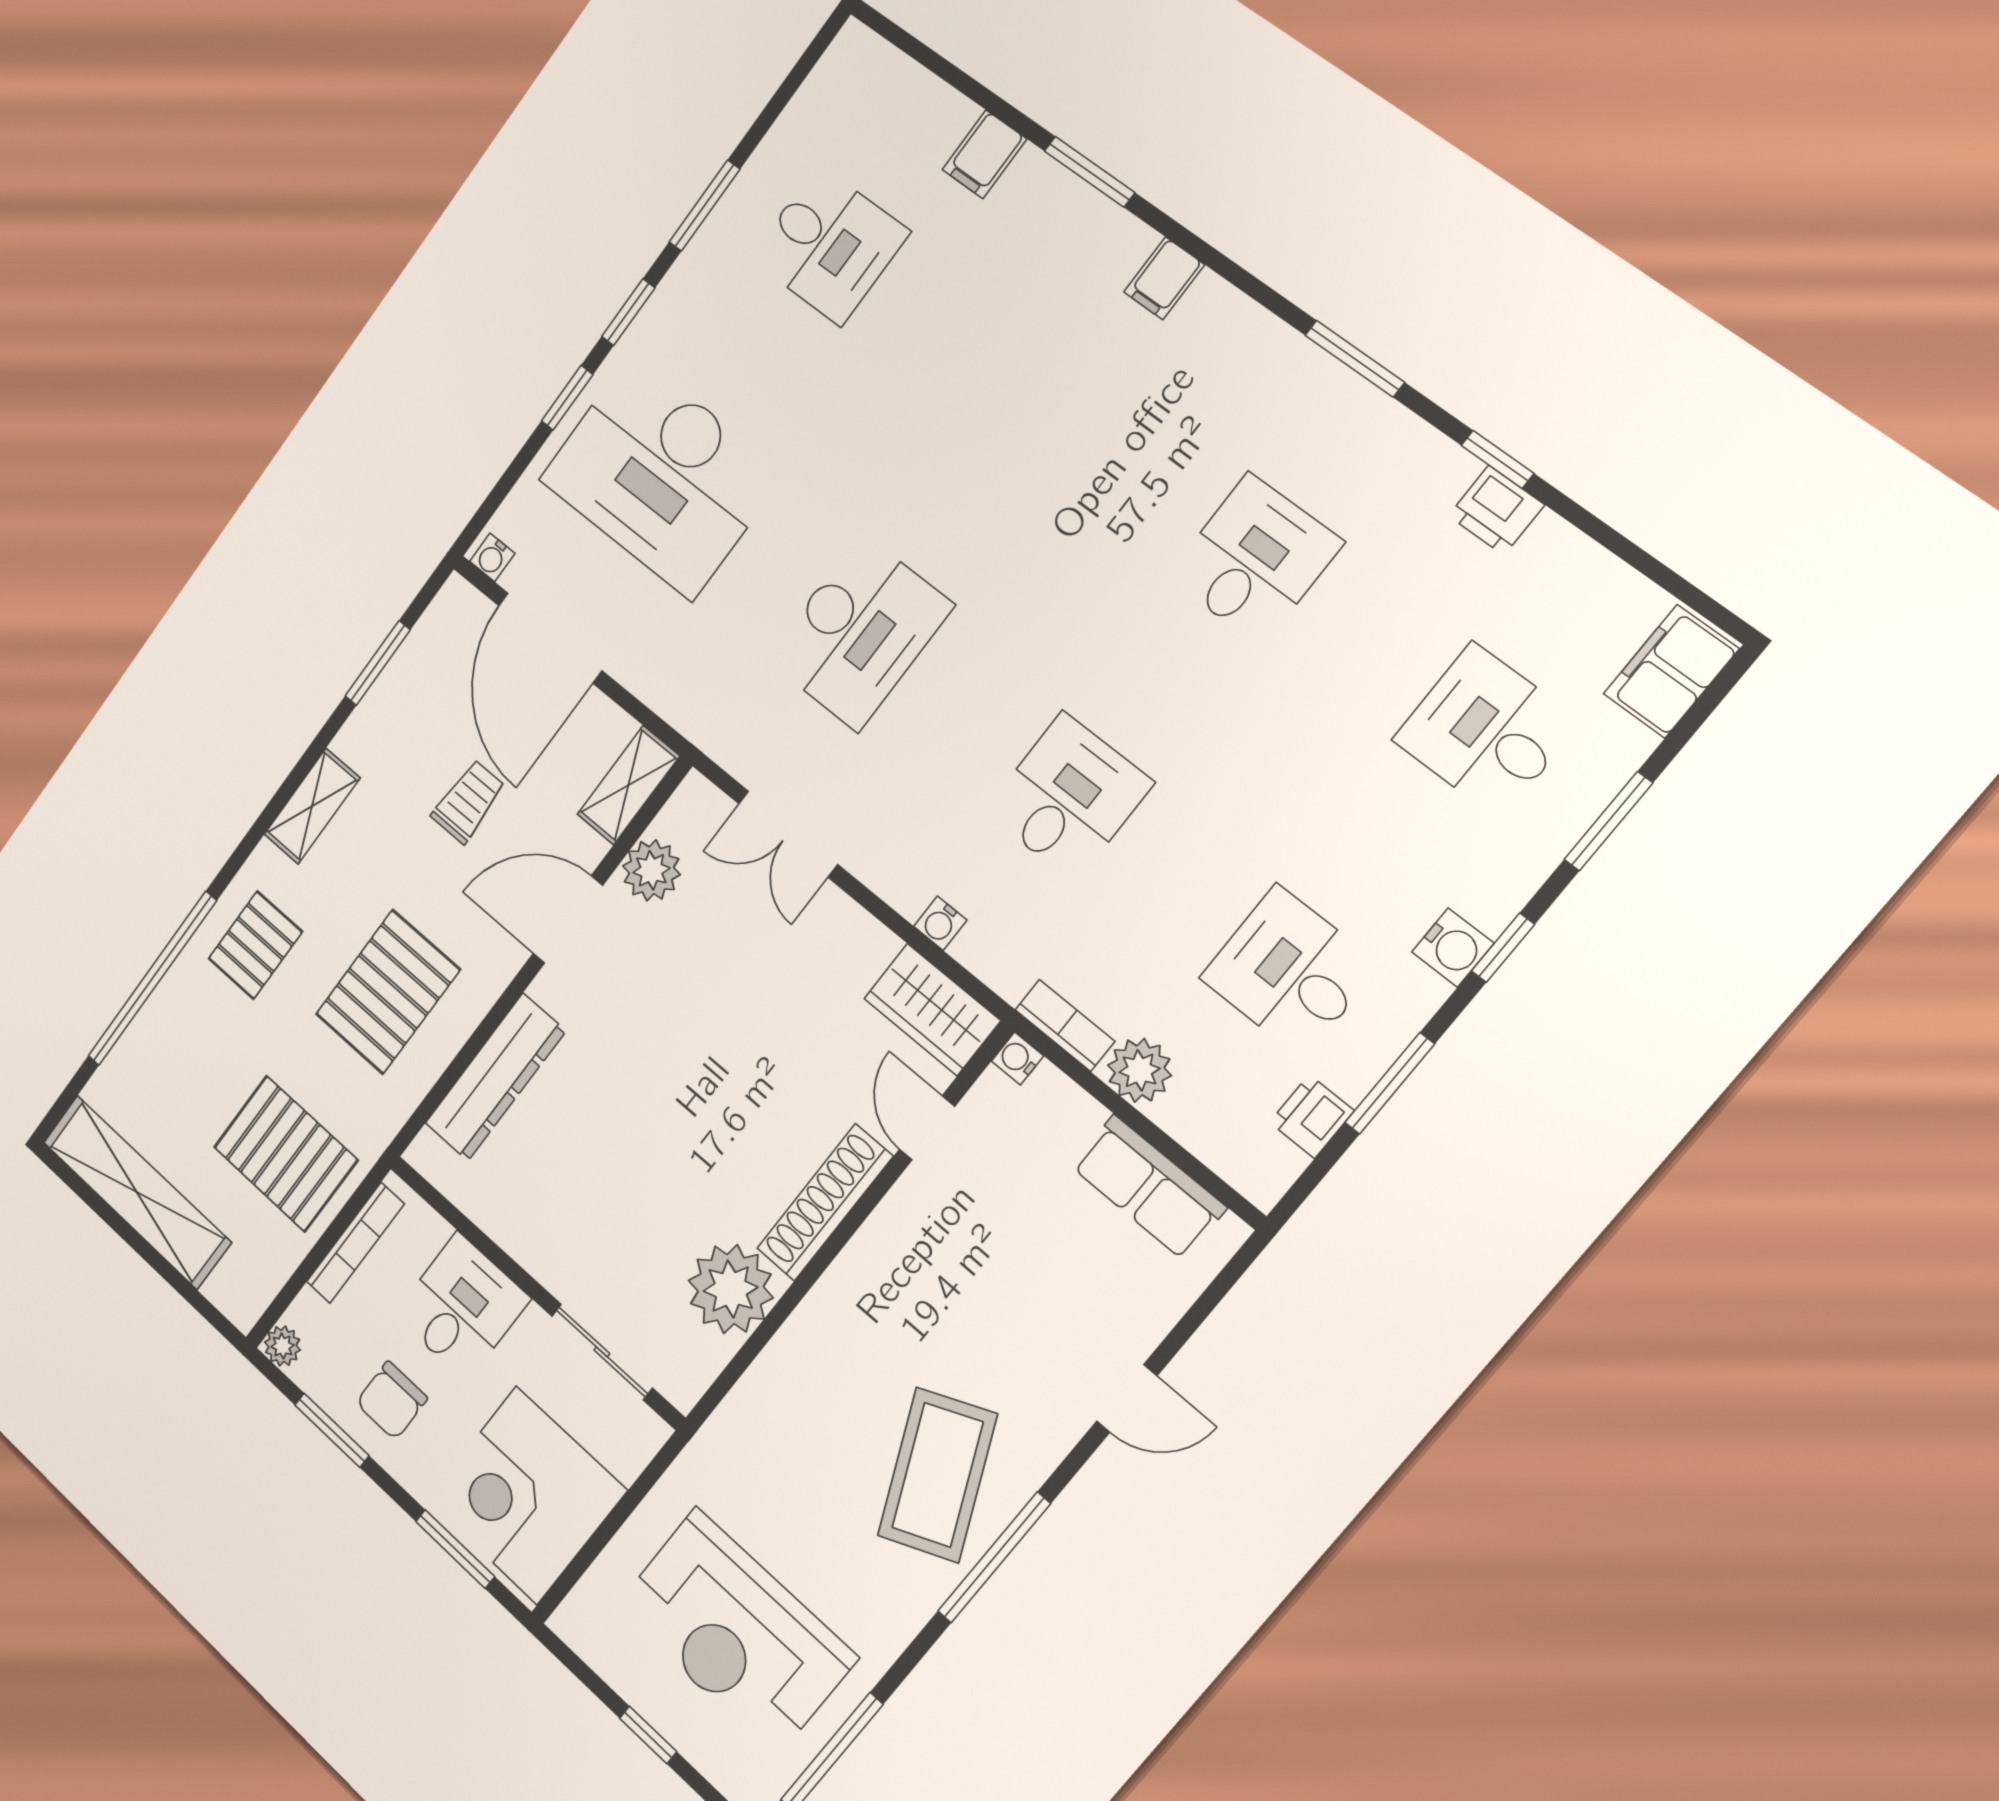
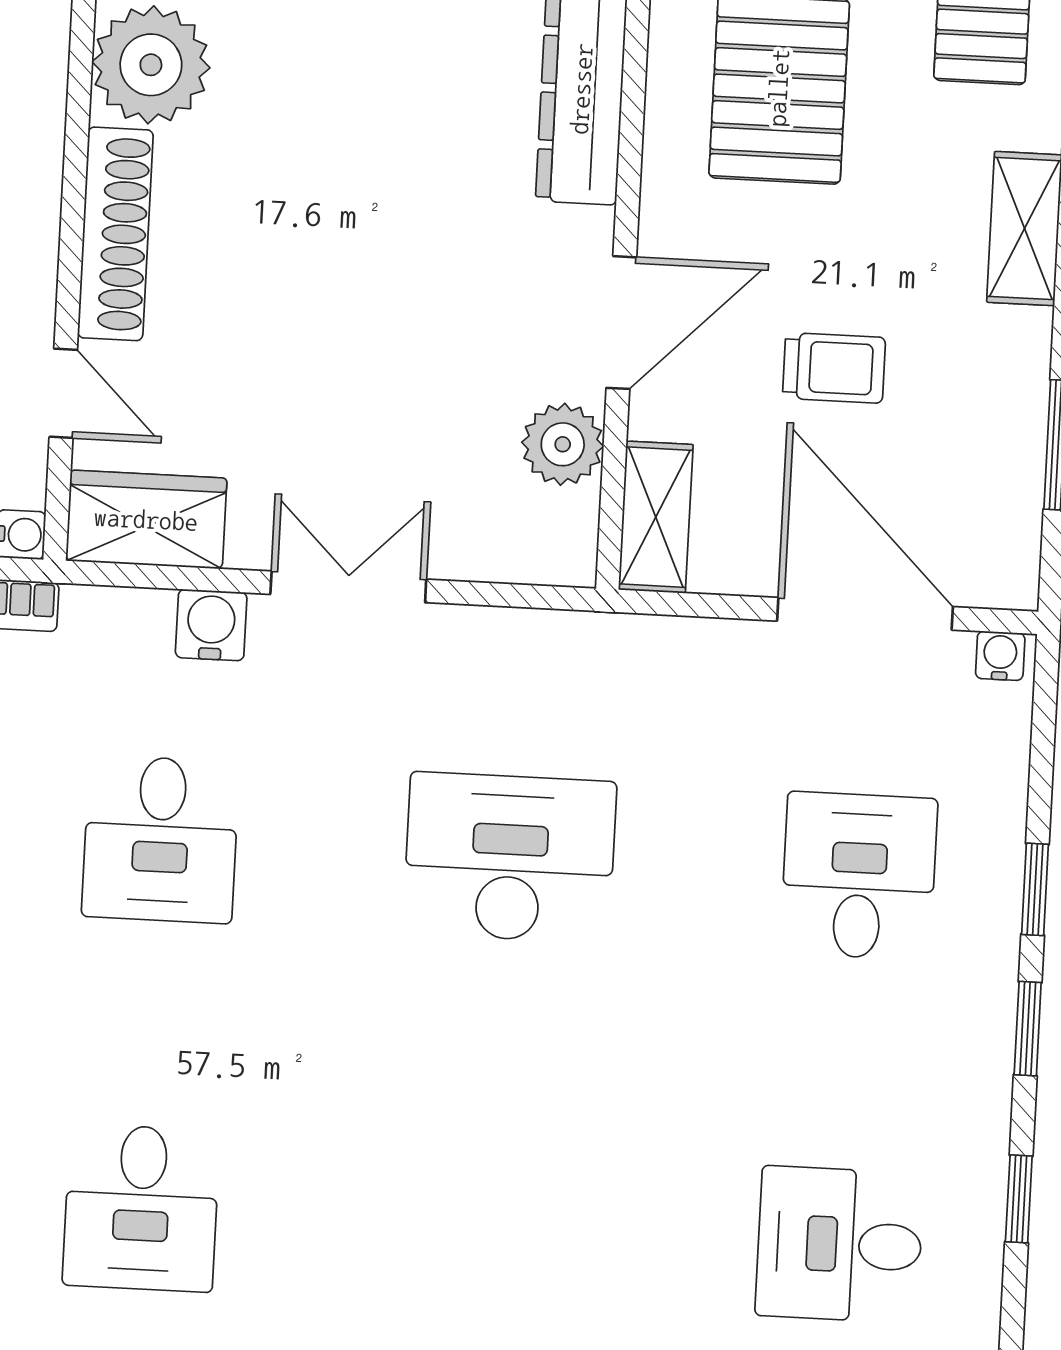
window: (704, 206) -> (1019, 1199), width x0.67
desk: (661, 476) -> (859, 876), width x0.53, depth x0.77
desk: (859, 632) -> (510, 858), turned 90
trolley: (468, 802) -> (834, 368), turned -90
double door: (788, 834) -> (348, 587), moved
water cooler: (940, 923) -> (211, 625), width x1.38, depth x1.38

